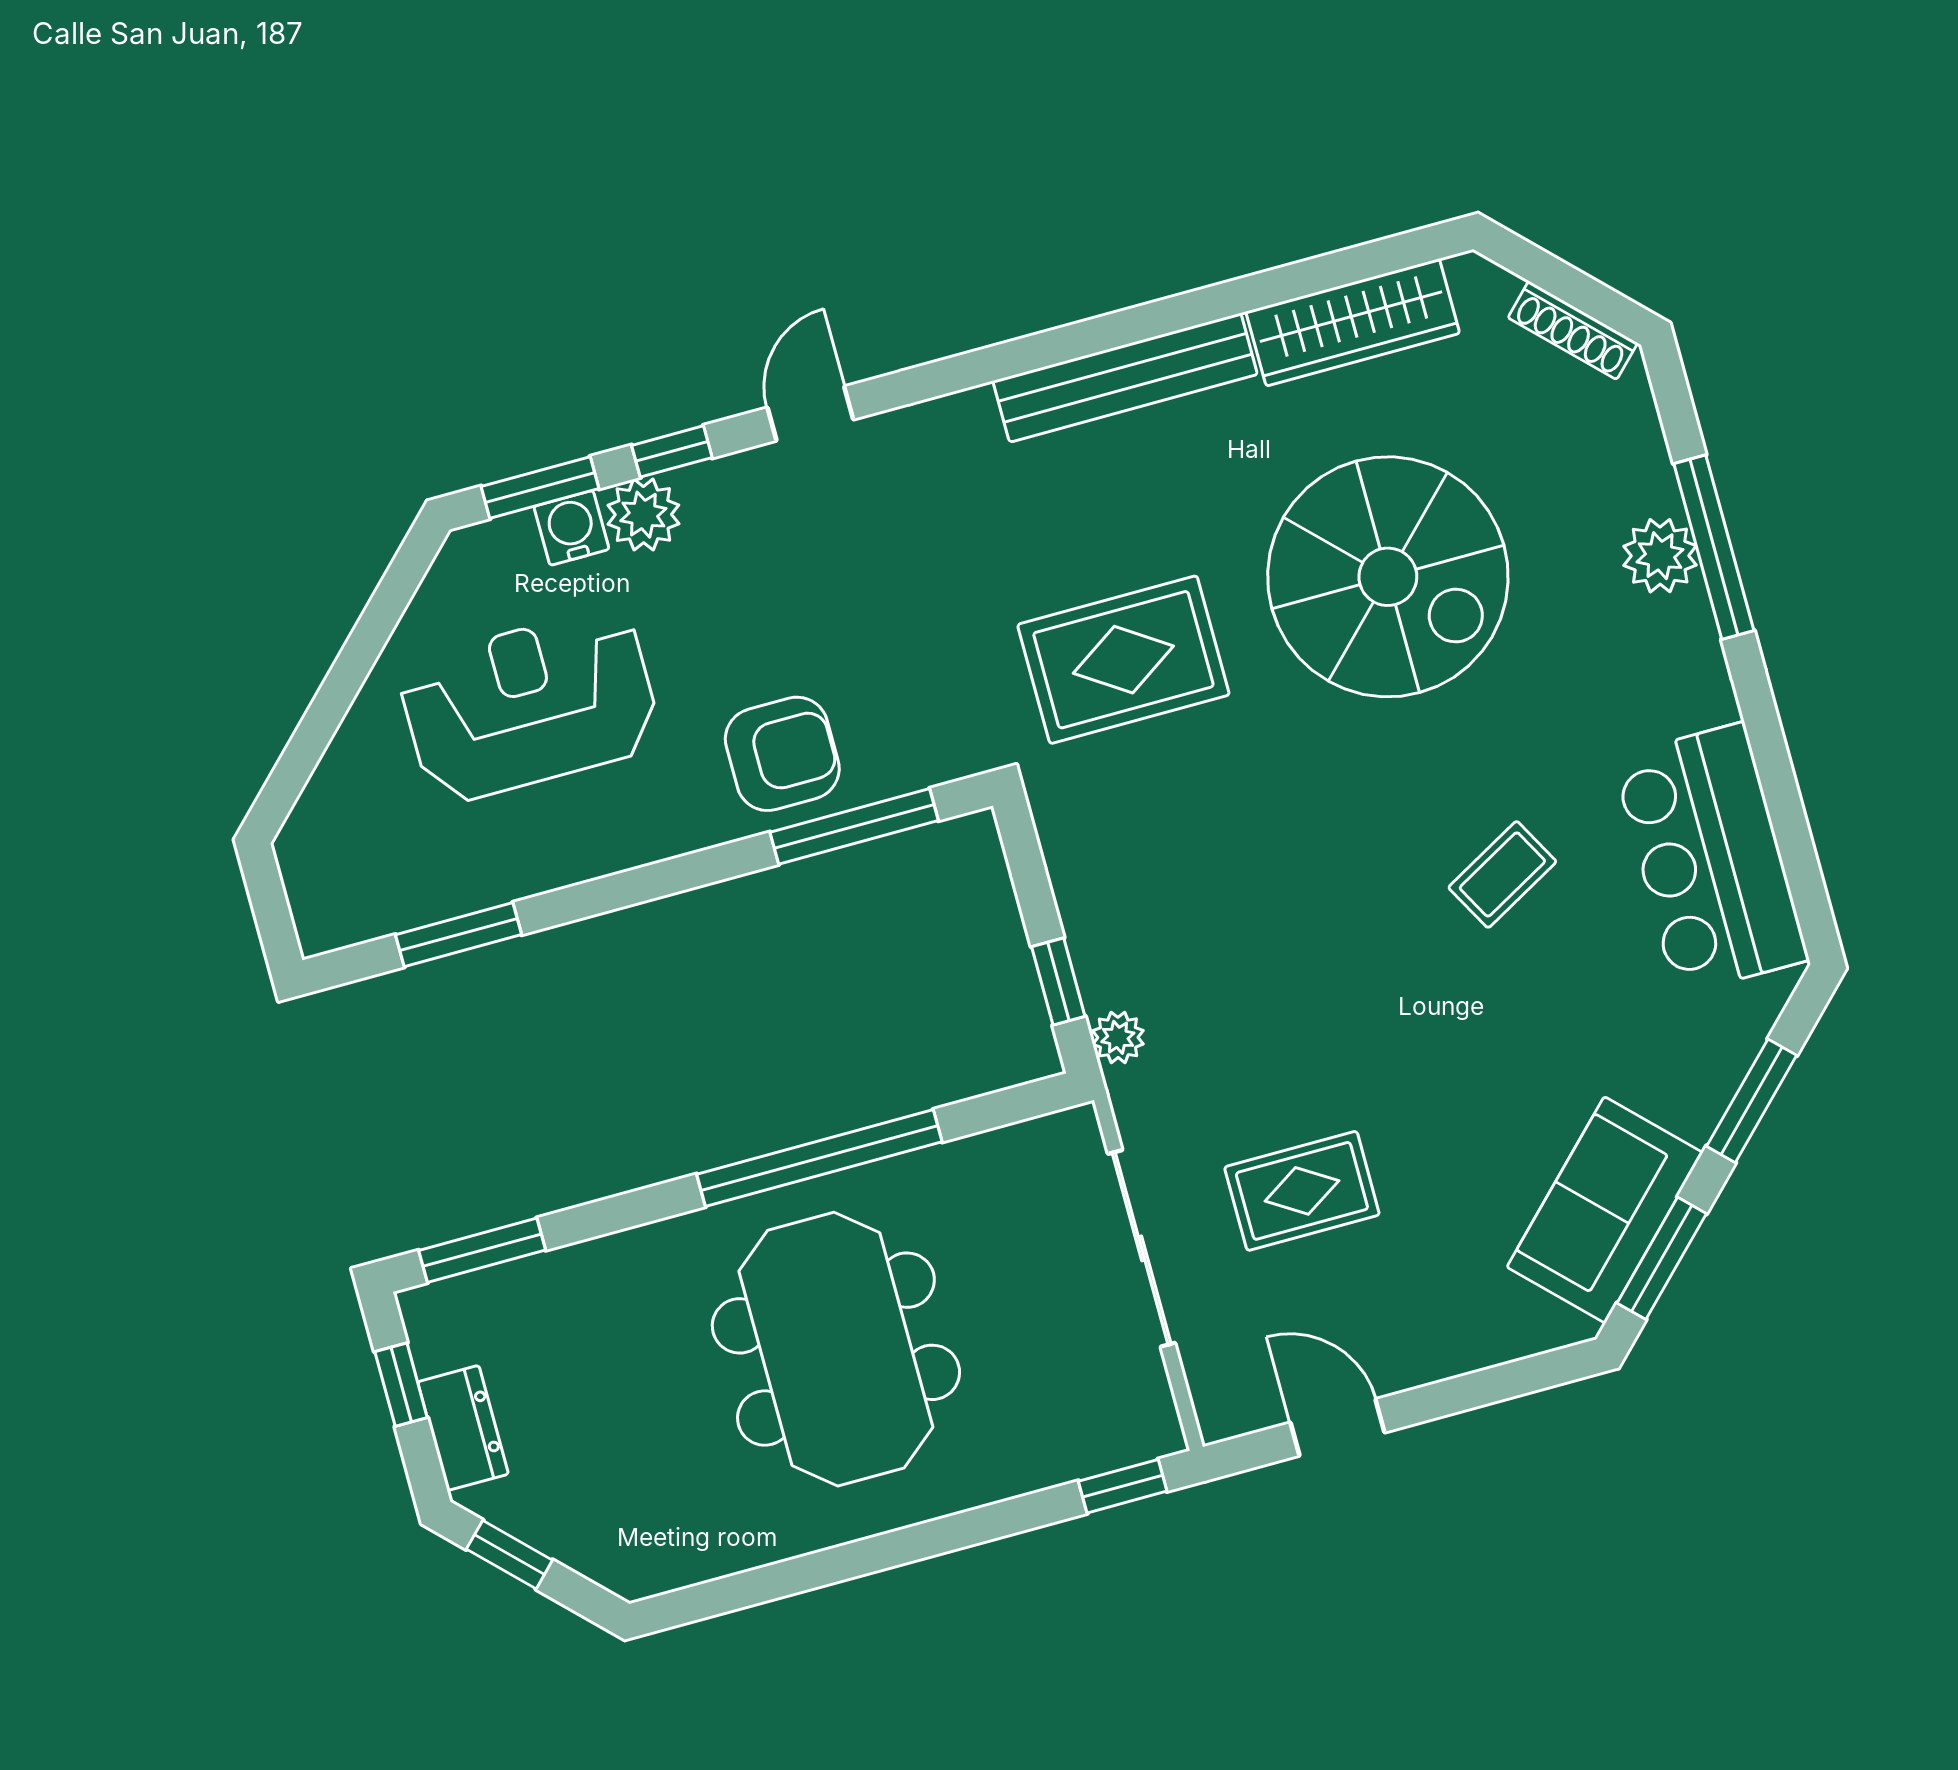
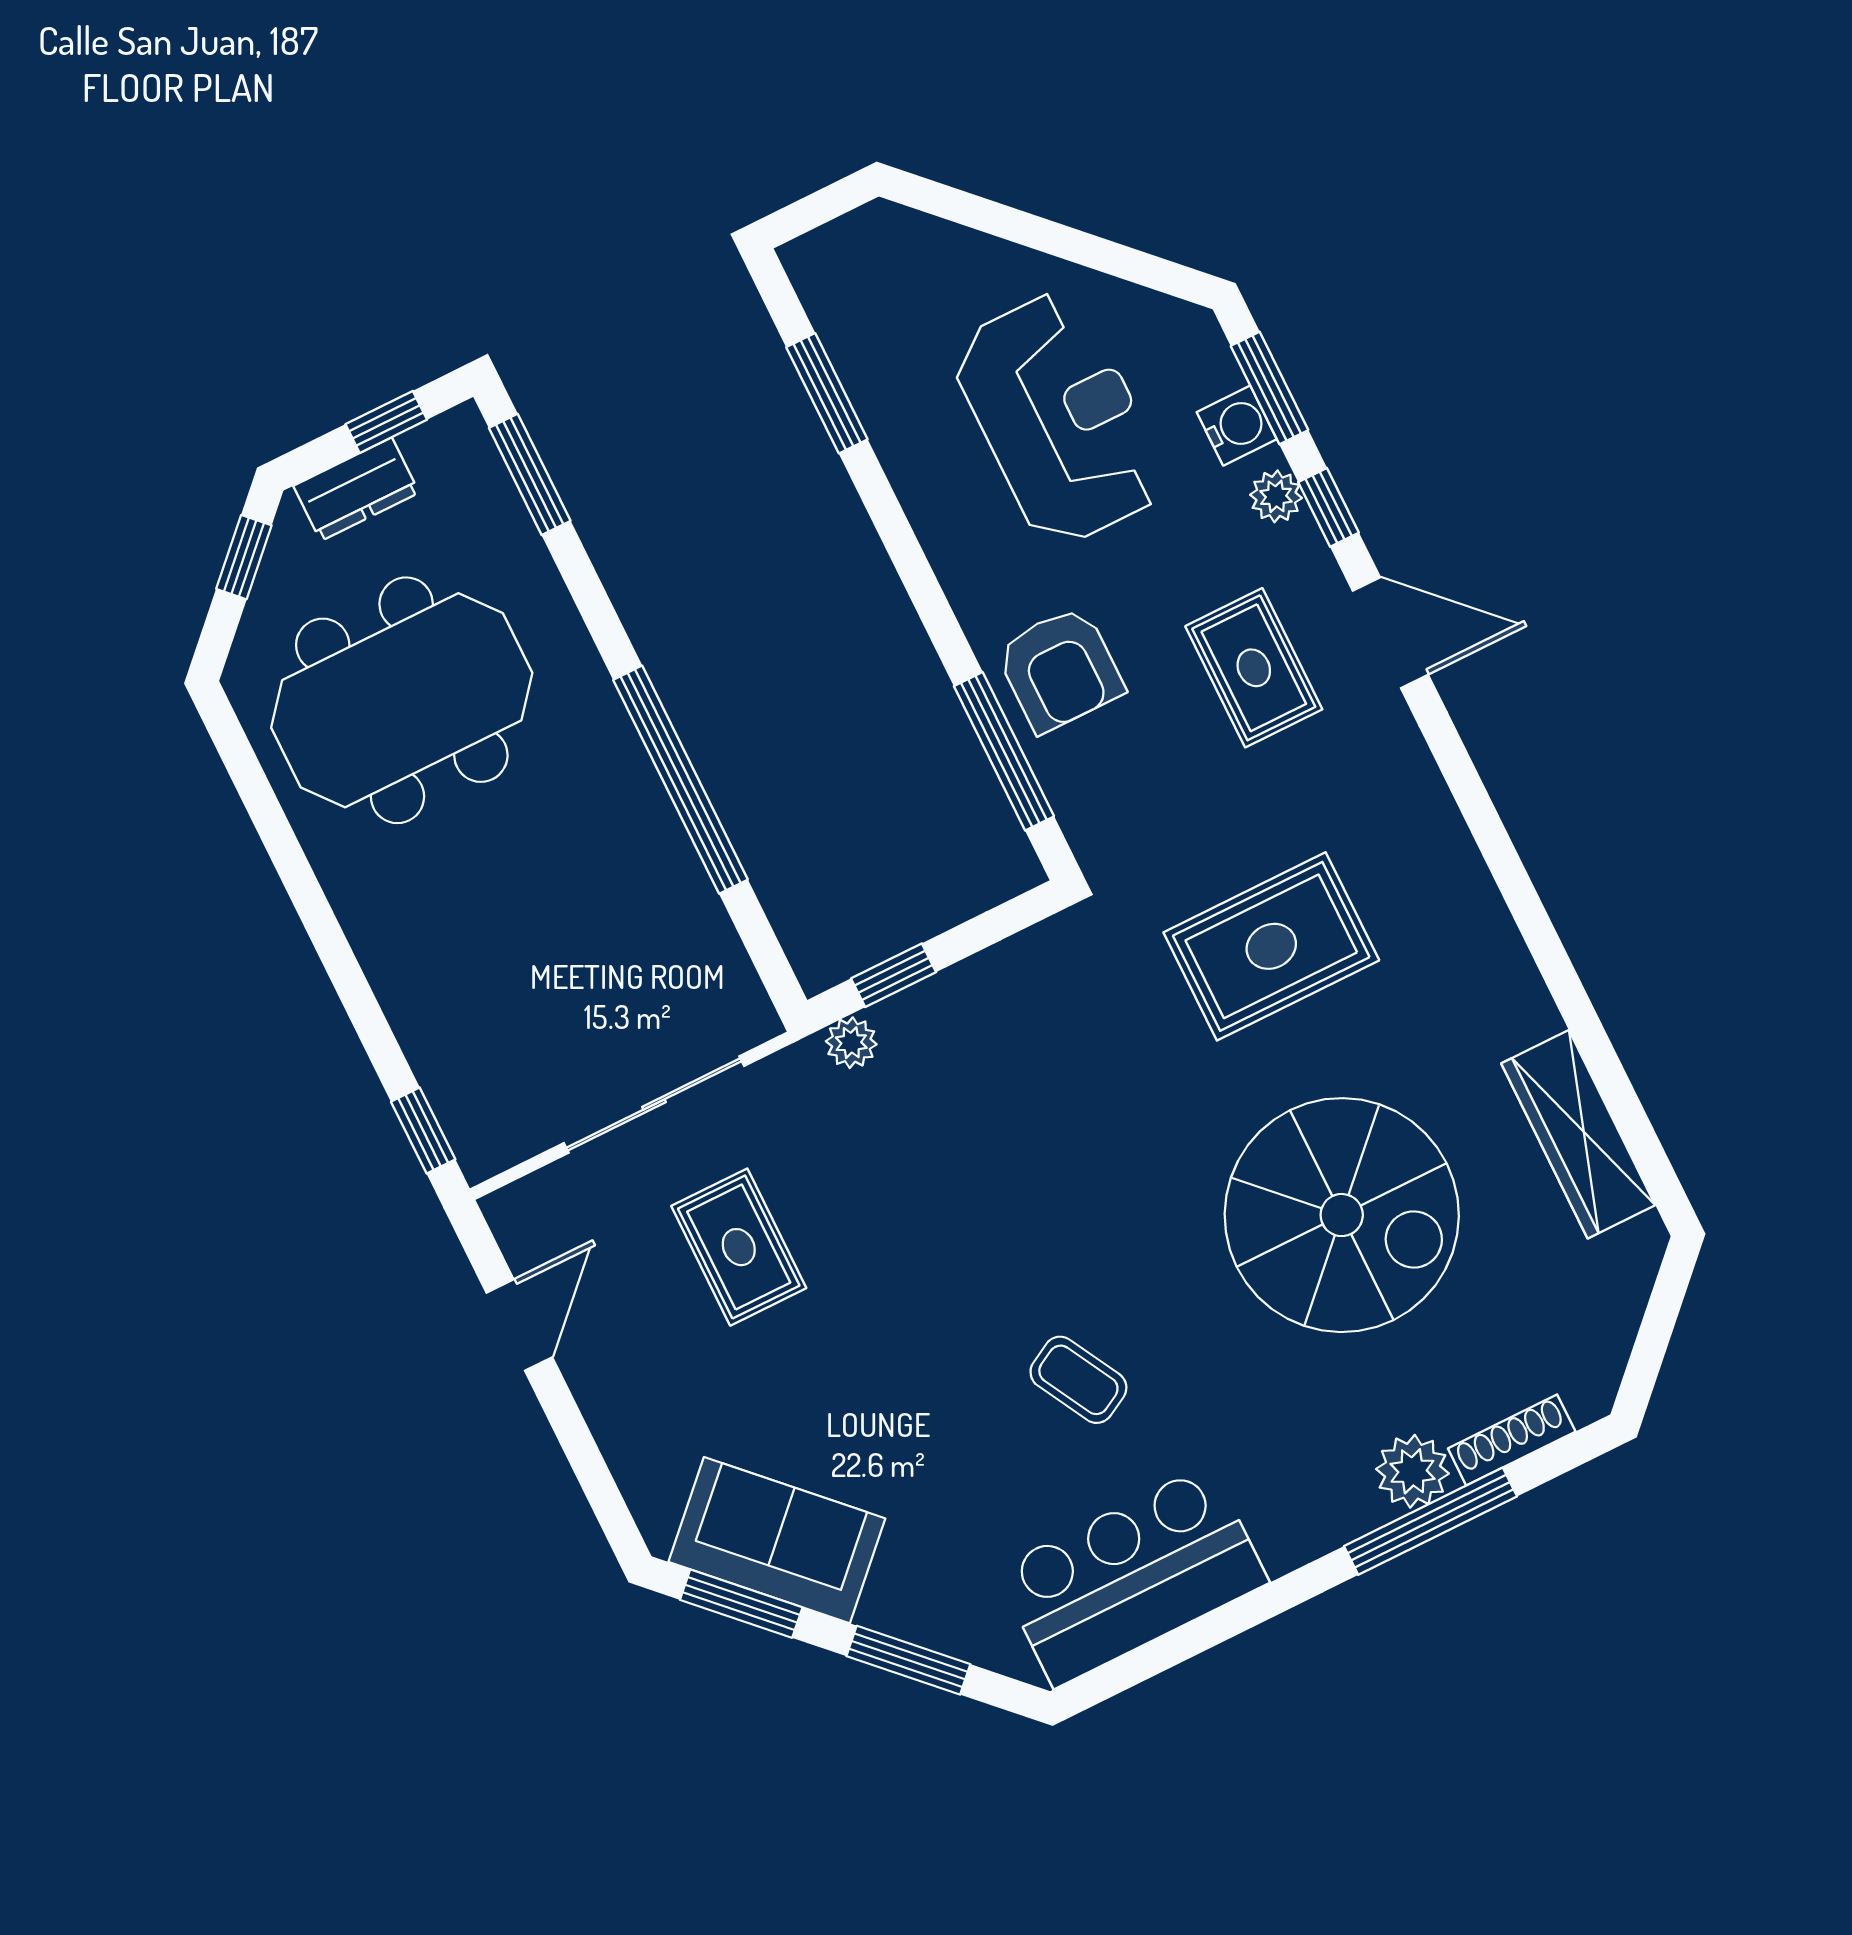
shoe rack: (1573, 330) -> (1512, 1440), moved, turned 45
bench: (1125, 378) -> (1483, 927), removed
door: (810, 414) -> (1390, 633), width x1.38
plant: (643, 515) -> (1276, 496), width x0.73, depth x0.73
rug: (819, 558) -> (1254, 668), added
spiral stairs: (1388, 577) -> (1342, 1215), turned -90
rug: (1123, 660) -> (1271, 946), moved, turned 90
meeting table: (836, 1349) -> (402, 700), moved

